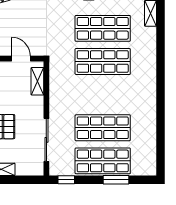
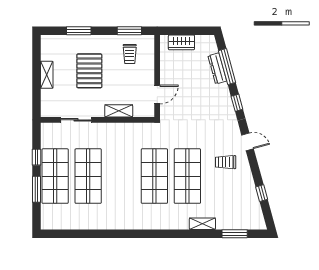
shelving: (37, 81) -> (119, 111), moved
sliding door: (46, 140) -> (76, 120), width x0.73
window: (66, 180) -> (36, 157), moved

